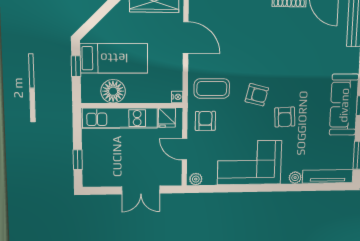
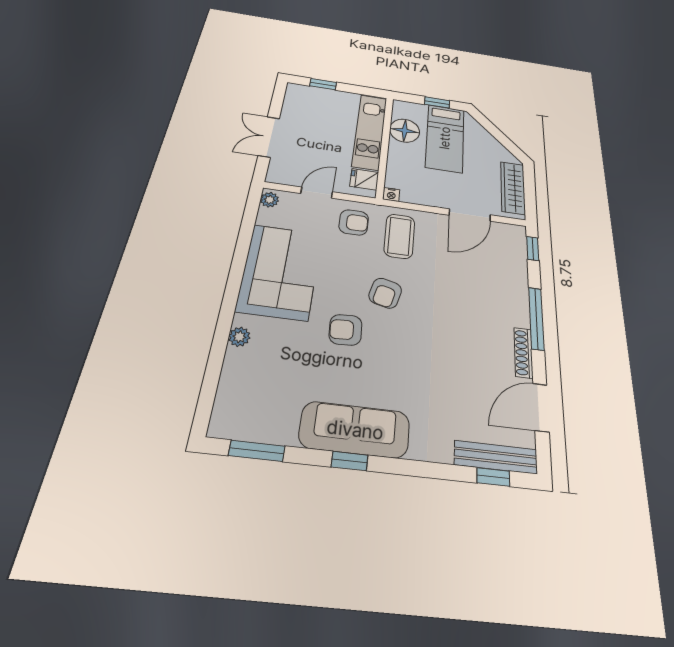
tv unit: (328, 176) -> (228, 392), removed

